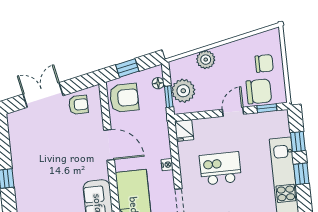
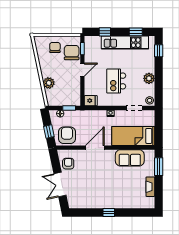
plant: (183, 91) -> (66, 99), removed
door: (233, 112) -> (82, 70), swing flipped
window: (301, 174) -> (136, 32), moved

